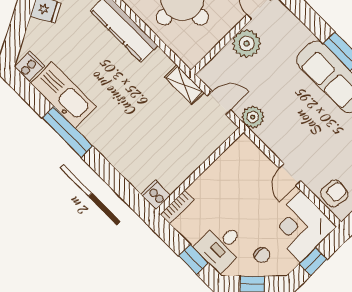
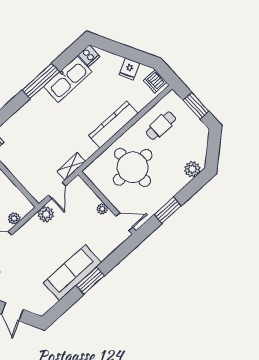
plant: (247, 44) -> (102, 209), width x0.53, depth x0.53
plant: (261, 161) -> (14, 218), added

